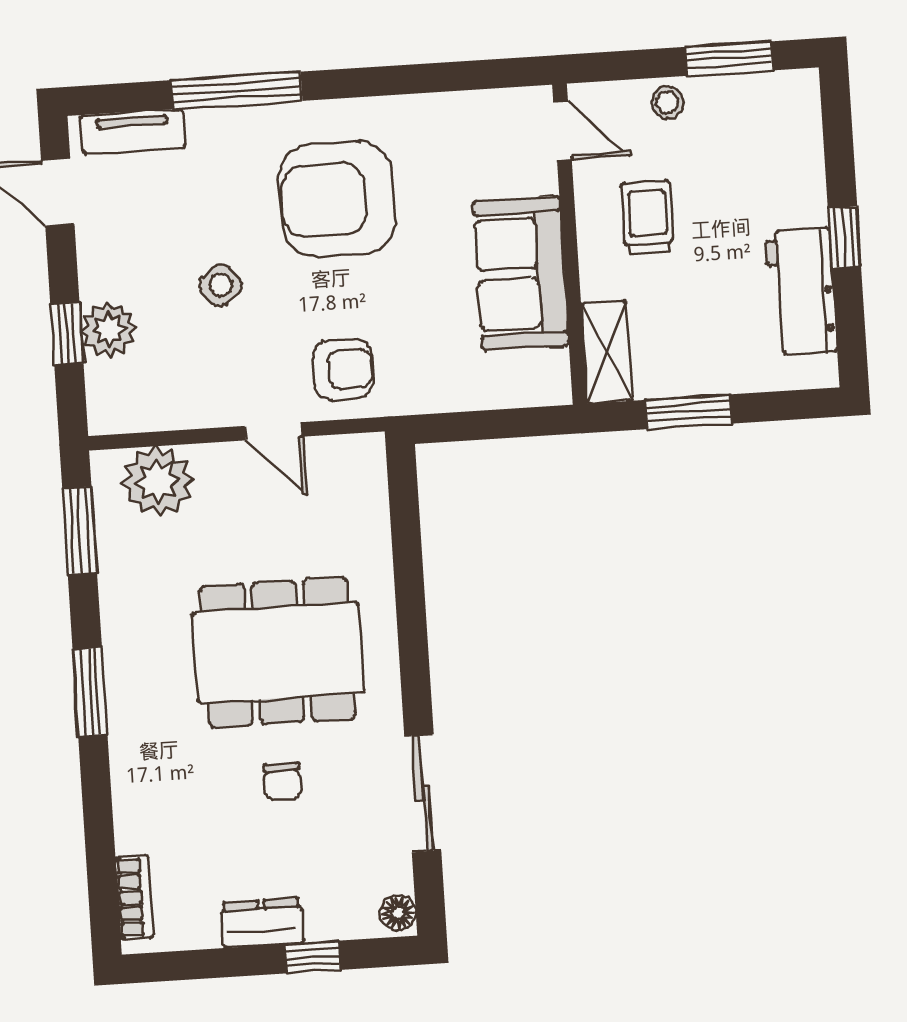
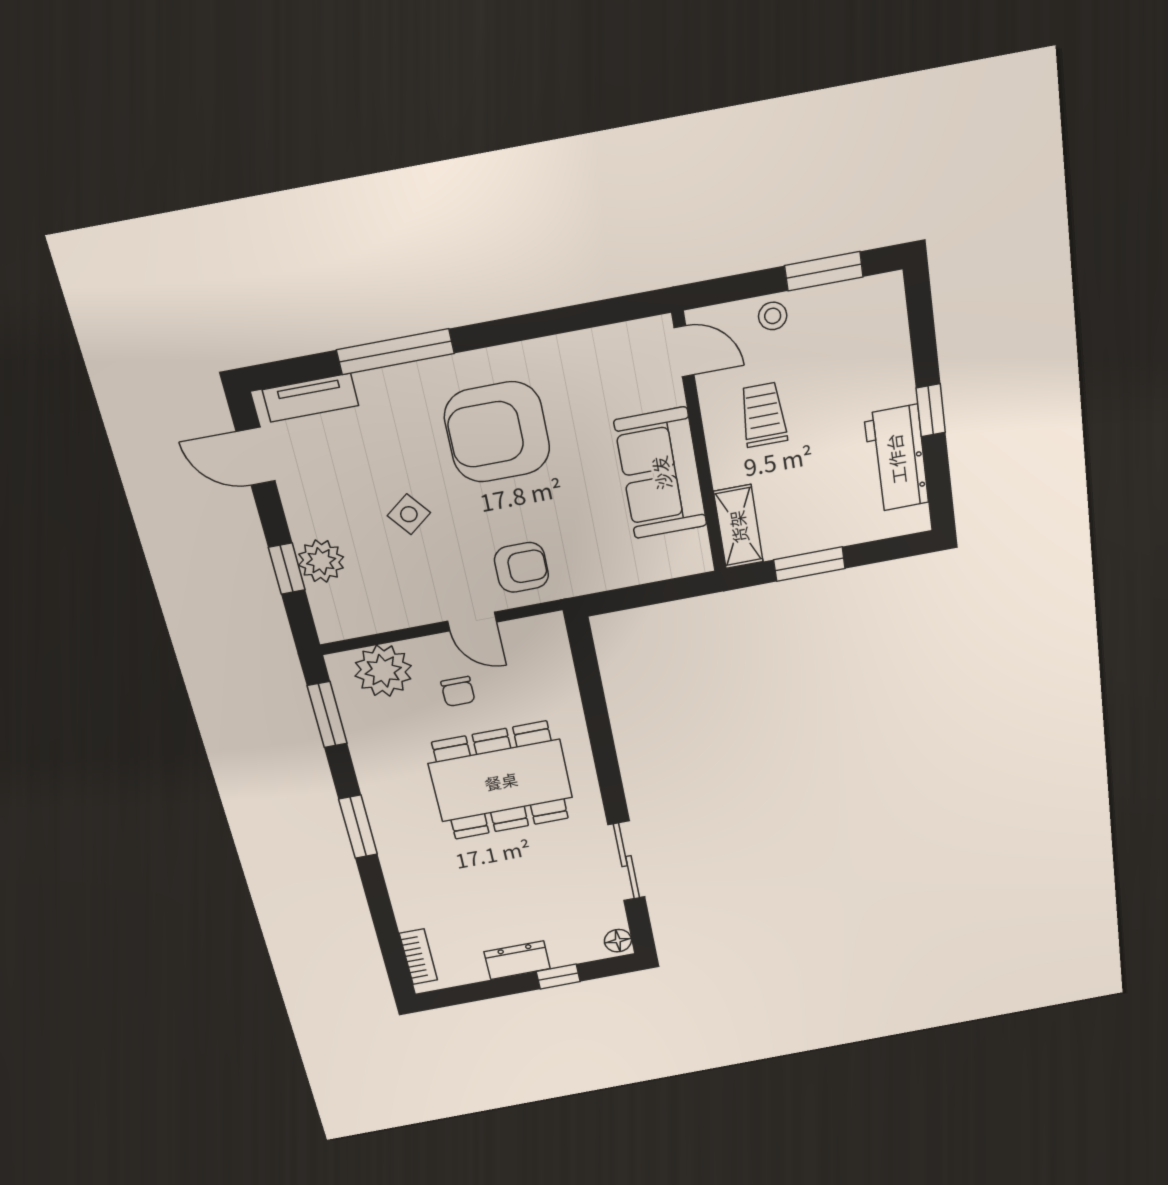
chair: (282, 781) -> (458, 691), moved

